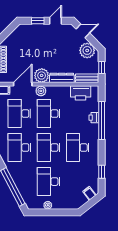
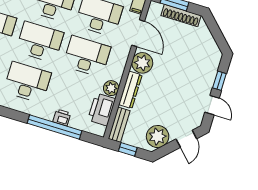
plant: (41, 91) -> (111, 88), moved

